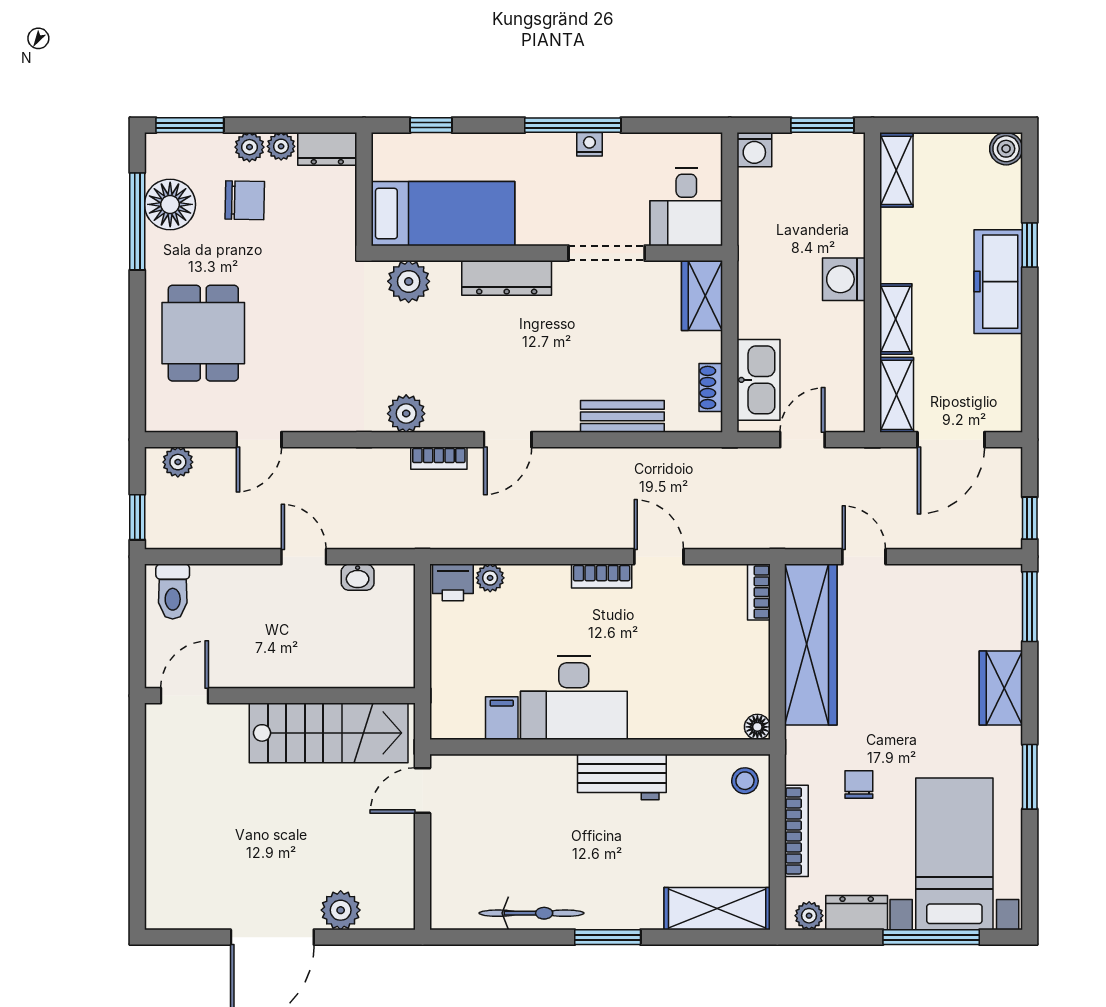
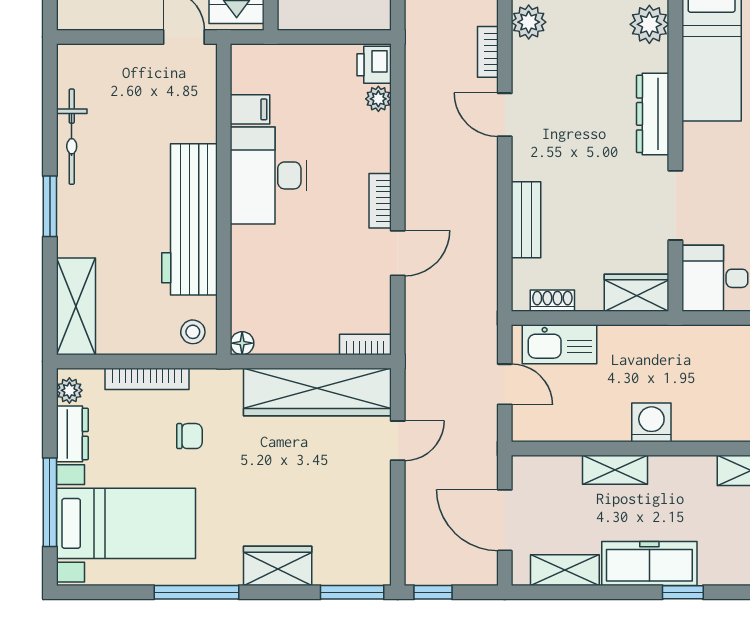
shelving: (897, 395) -> (565, 570), moved
workbench: (622, 777) -> (189, 219), width x1.88, depth x1.32
window: (1030, 777) -> (196, 592), width x1.44

